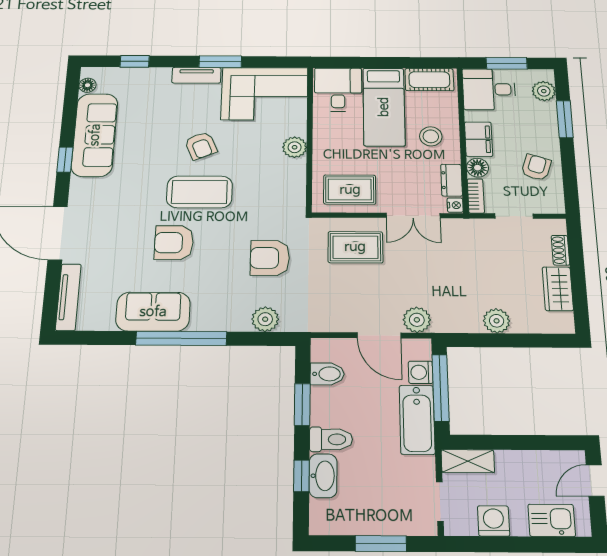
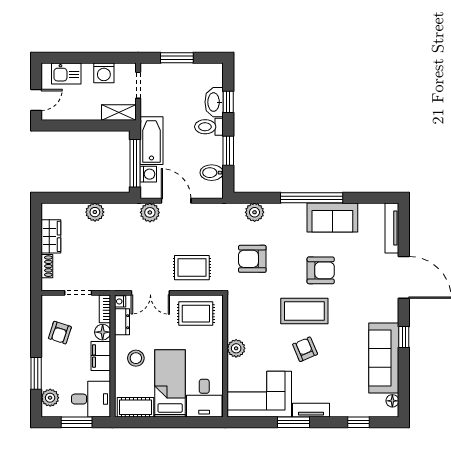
double door: (413, 216) -> (150, 293), swing flipped
armchair: (270, 258) -> (252, 259), turned 180

